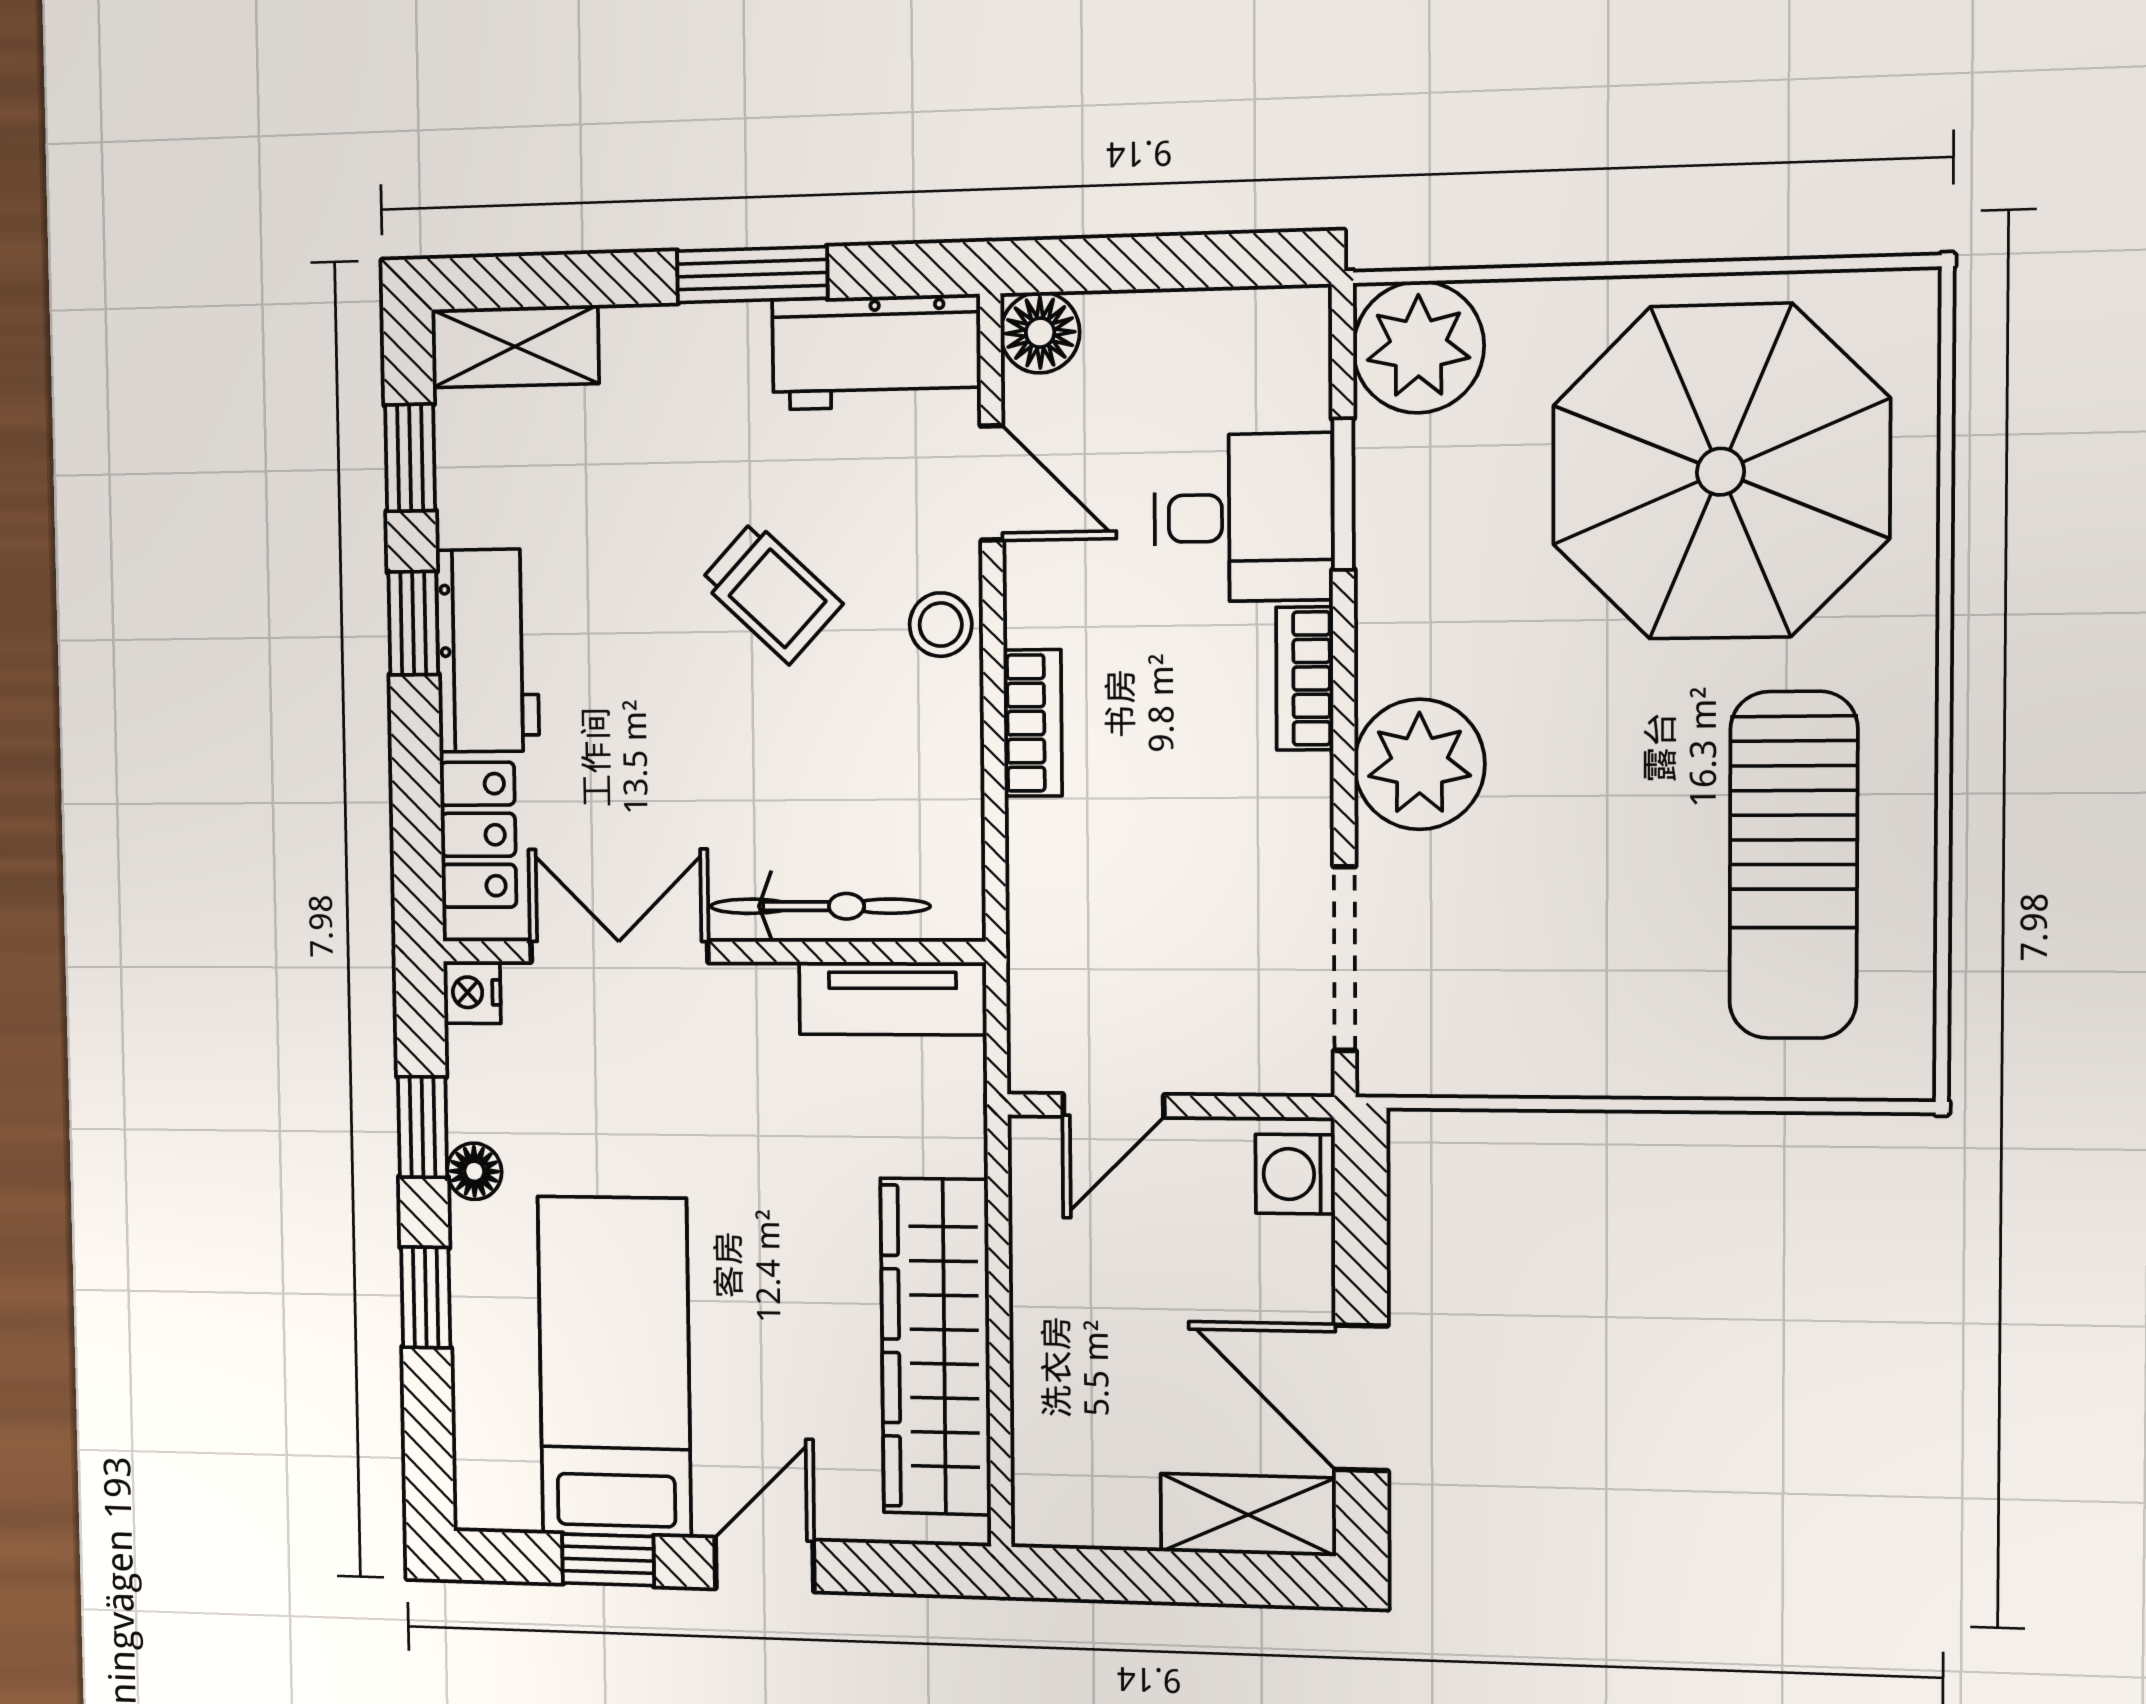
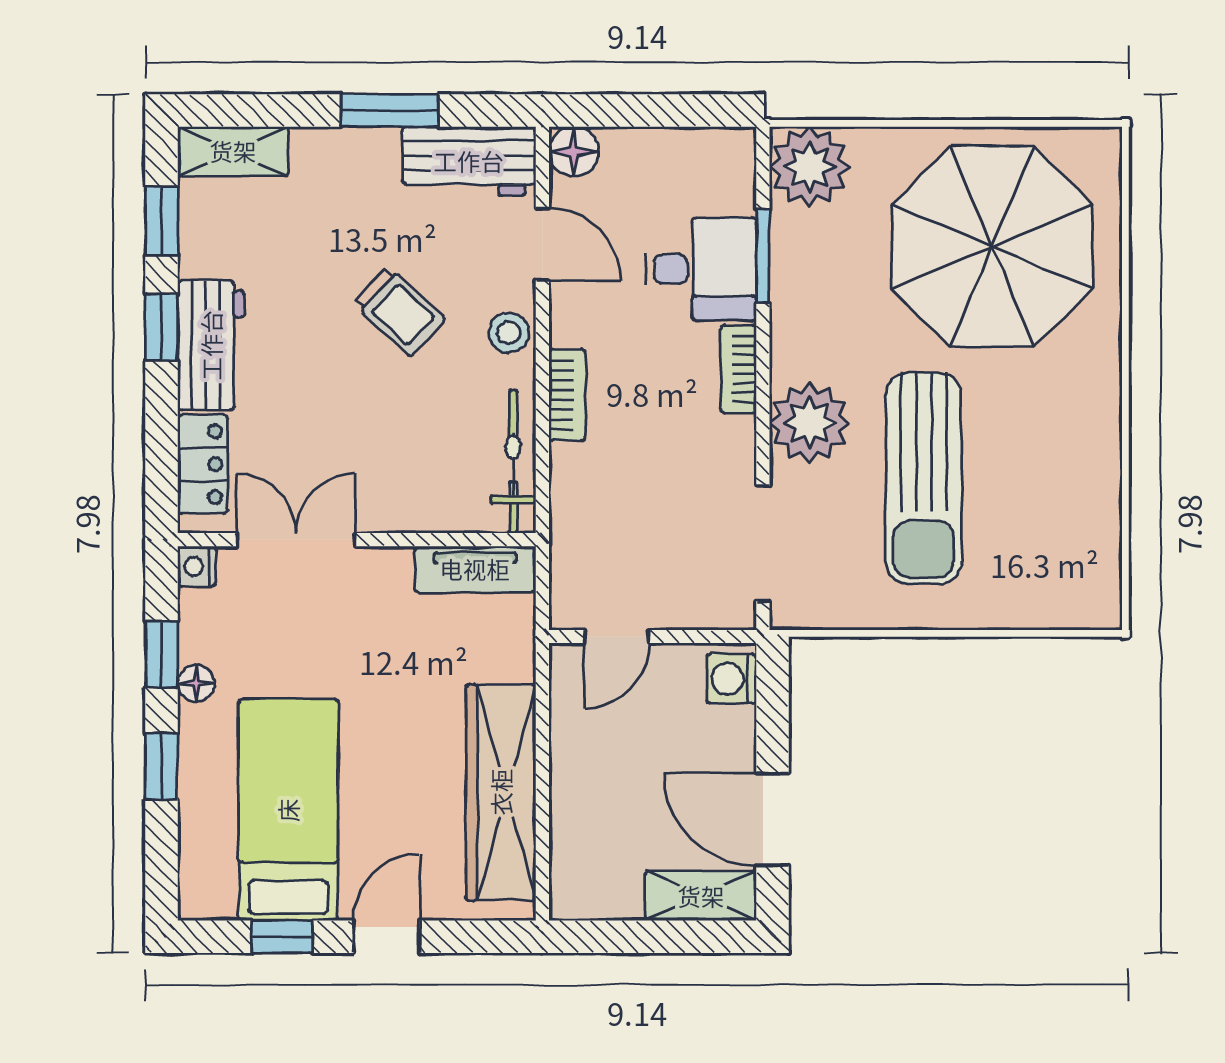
sun lounger: (1793, 865) -> (924, 478), moved
bicycle: (820, 906) -> (513, 462), moved, turned -90

